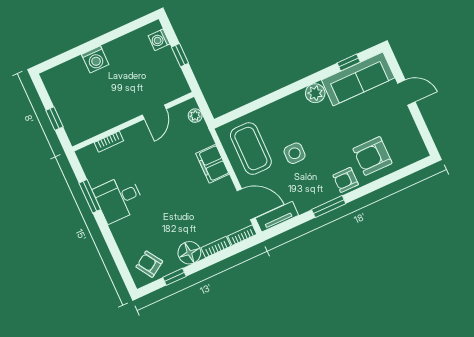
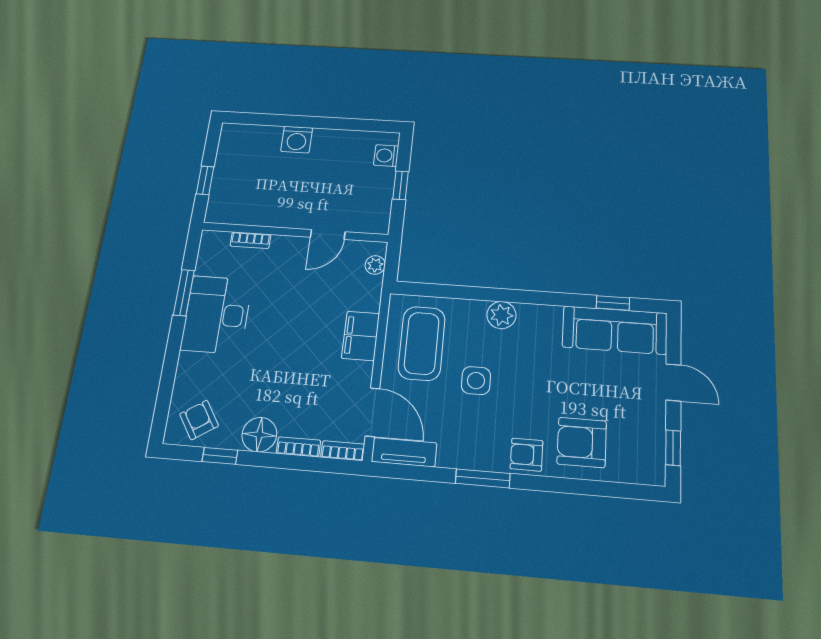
plant: (315, 93) -> (501, 315), moved
window: (424, 131) -> (673, 448), added
desk: (119, 198) -> (217, 315), width x1.37

